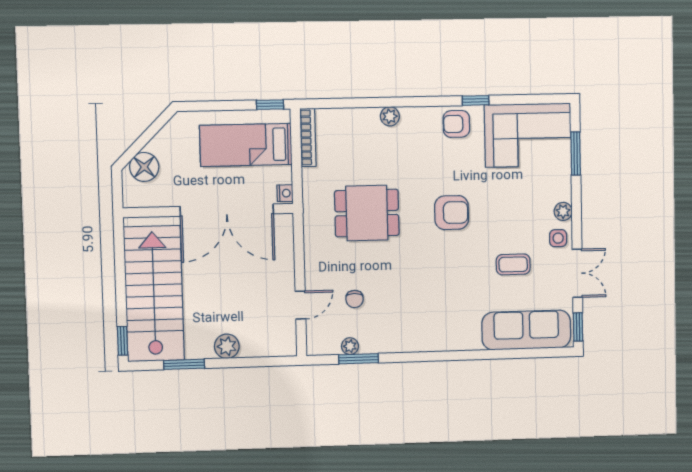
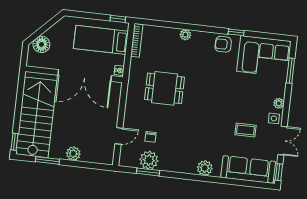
armchair: (452, 213) -> (214, 95), removed
plant: (453, 338) -> (205, 168), added
plant: (350, 346) -> (149, 160), width x1.88, depth x1.88

